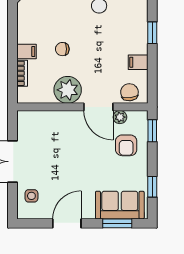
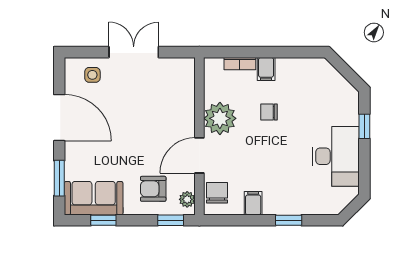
chair: (62, 49) -> (269, 112), turned -90
chair: (129, 92) -> (217, 193), turned -84
plant: (120, 117) -> (187, 199), moved
sofa: (120, 205) -> (94, 198), moved, turned -90
door: (67, 223) -> (59, 118), width x1.36

